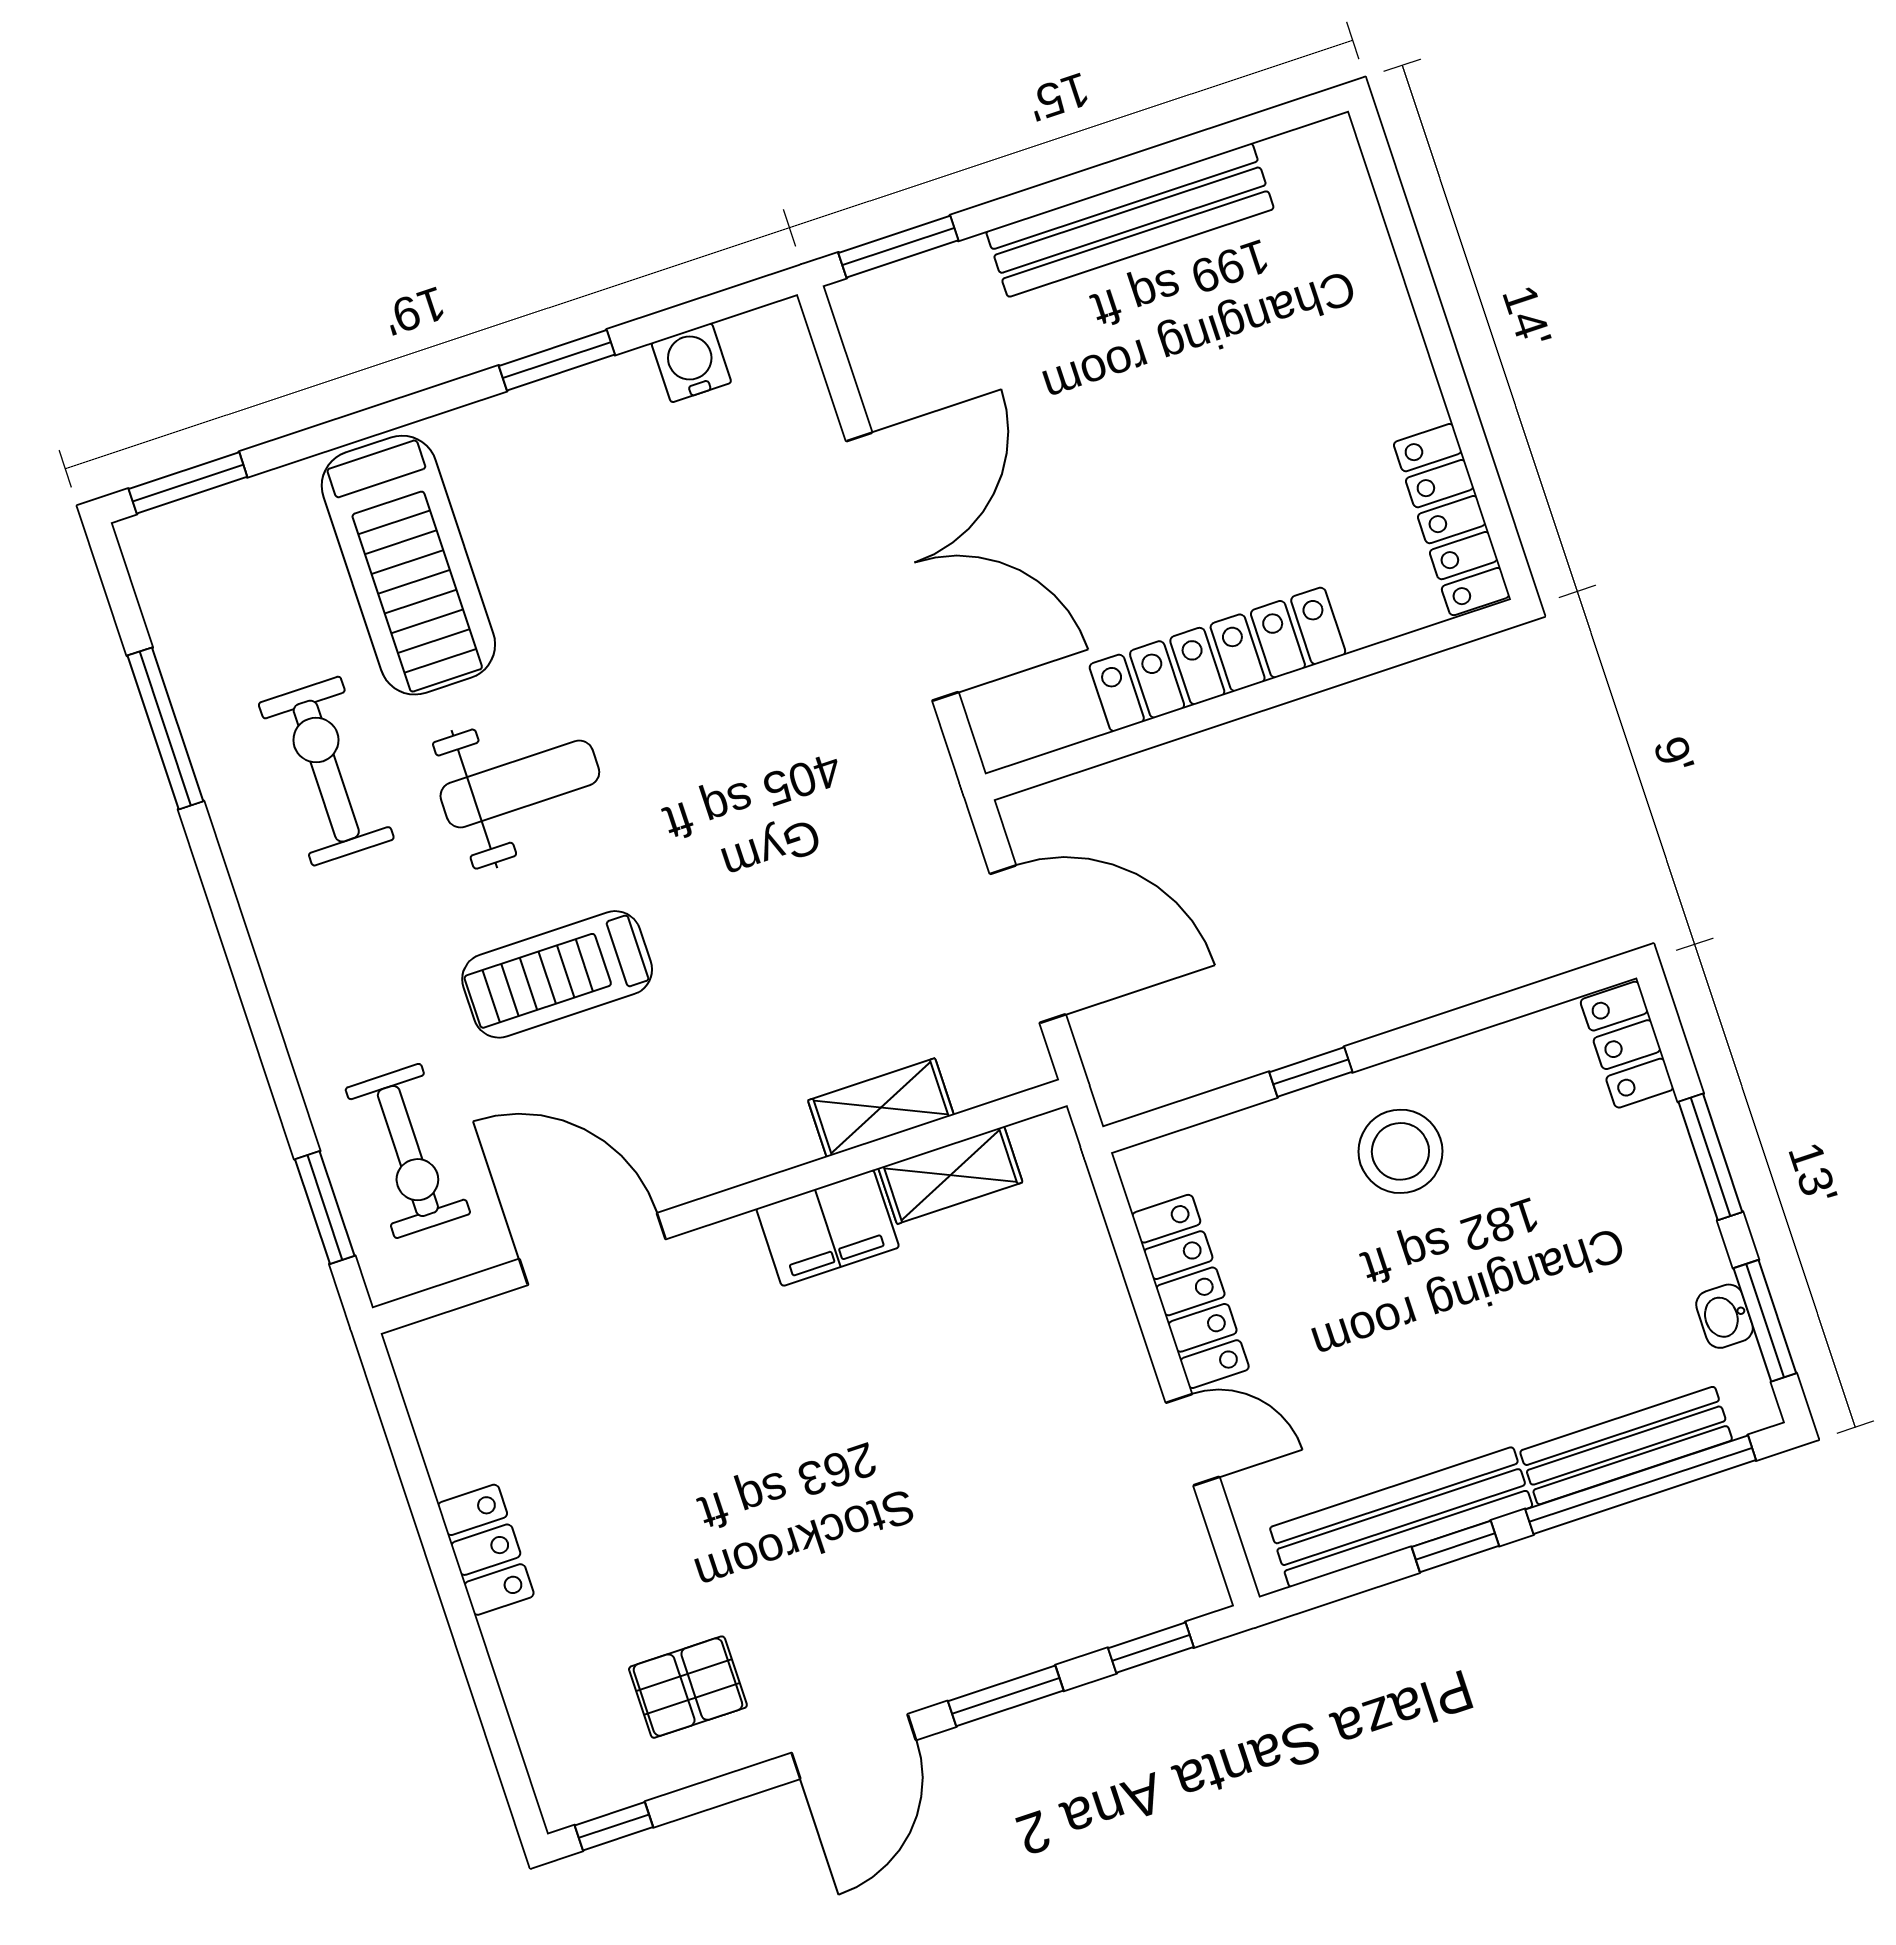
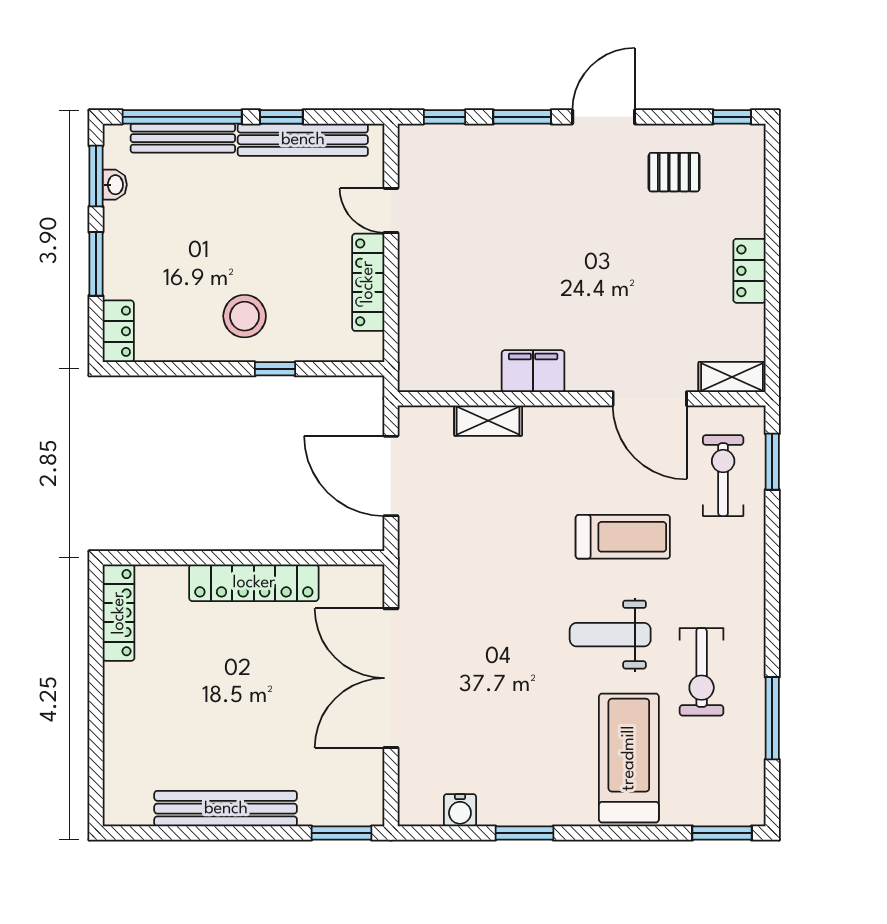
shelving: (950, 1175) -> (732, 377), moved

